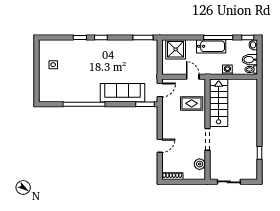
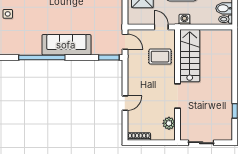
washing machine: (227, 70) -> (184, 19), moved
door: (160, 90) -> (125, 42), hinge flipped
sofa: (122, 93) -> (66, 45), moved

